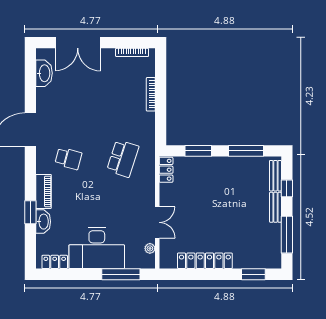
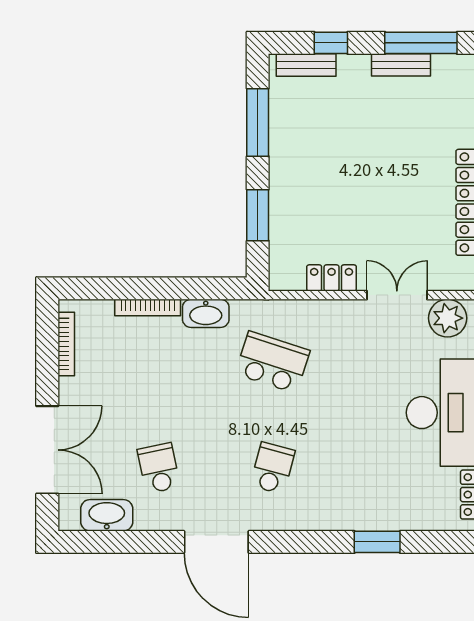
school desk: (68, 100) -> (159, 468), added
locker: (166, 170) -> (332, 278), moved
piano: (44, 191) -> (337, 516), removed
bench: (276, 207) -> (401, 65), moved
washbasin: (43, 222) -> (206, 313), moved, turned 180
plant: (150, 248) -> (448, 318), width x1.88, depth x1.88

